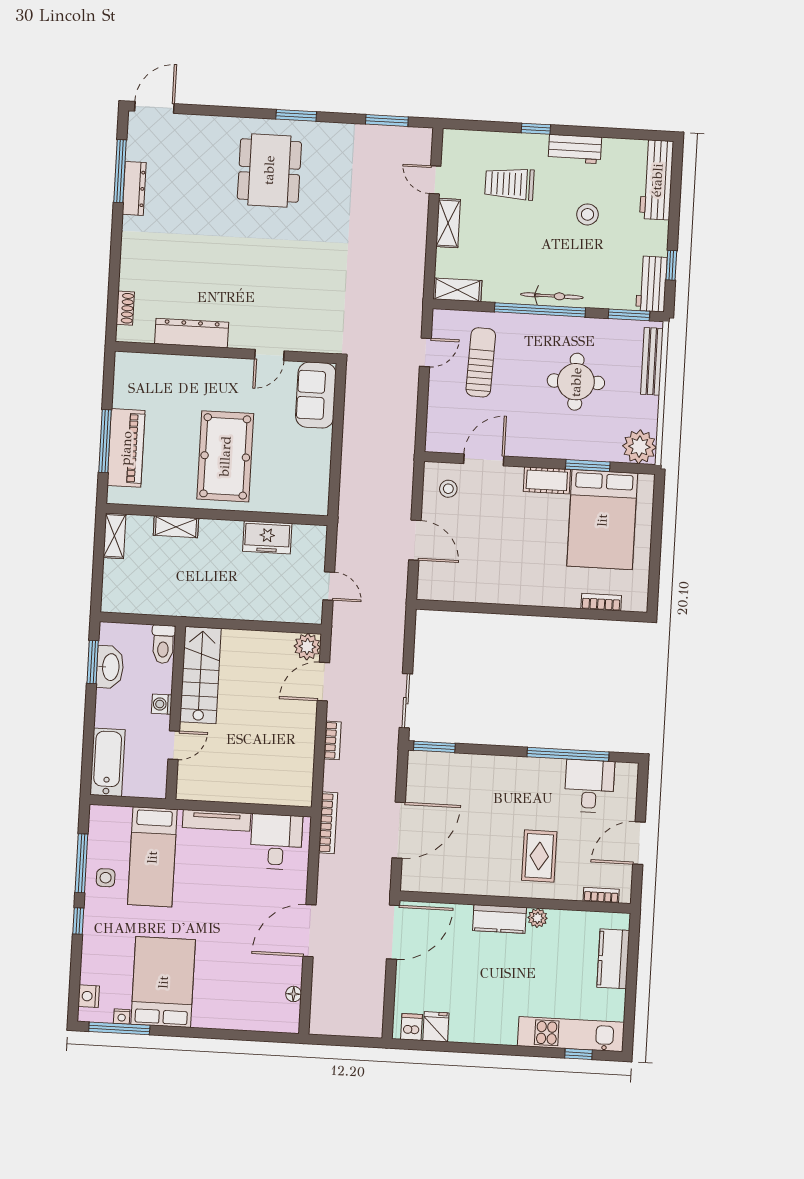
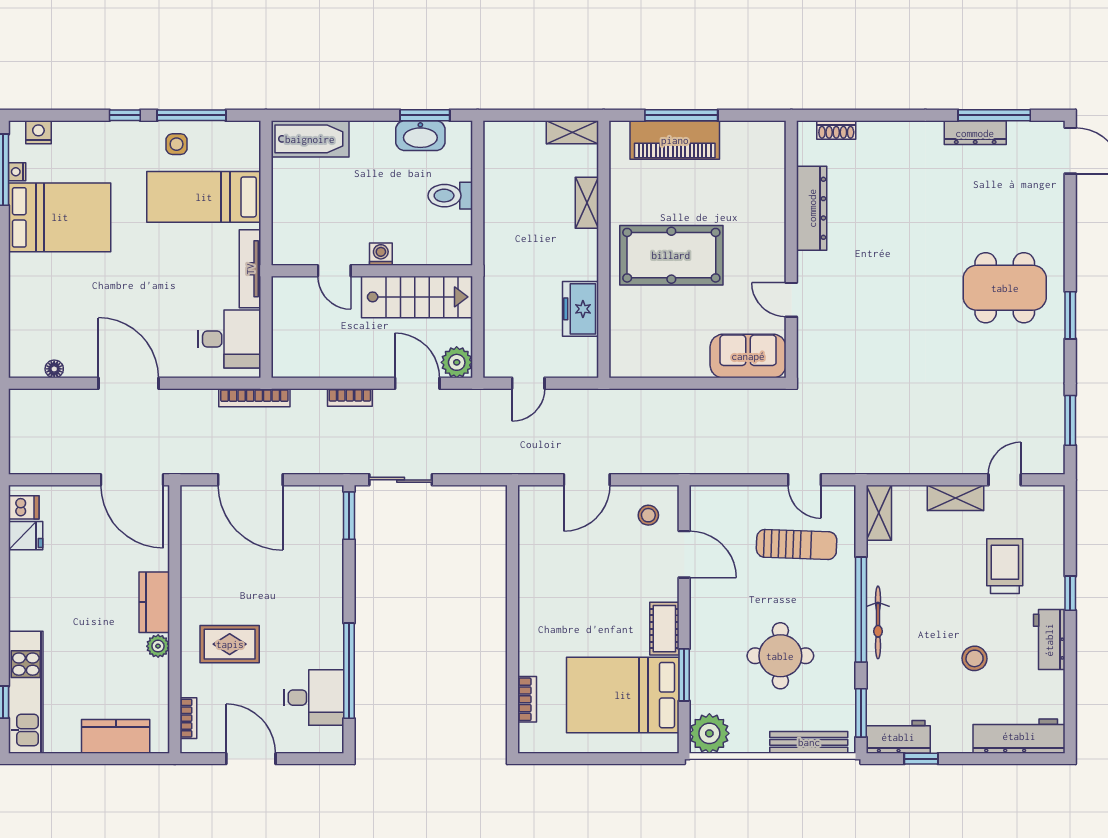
stairs: (200, 675) -> (417, 297), moved
washing machine: (162, 704) -> (381, 254), moved
wall: (176, 713) -> (372, 271), moved
door: (174, 745) -> (334, 271), moved

